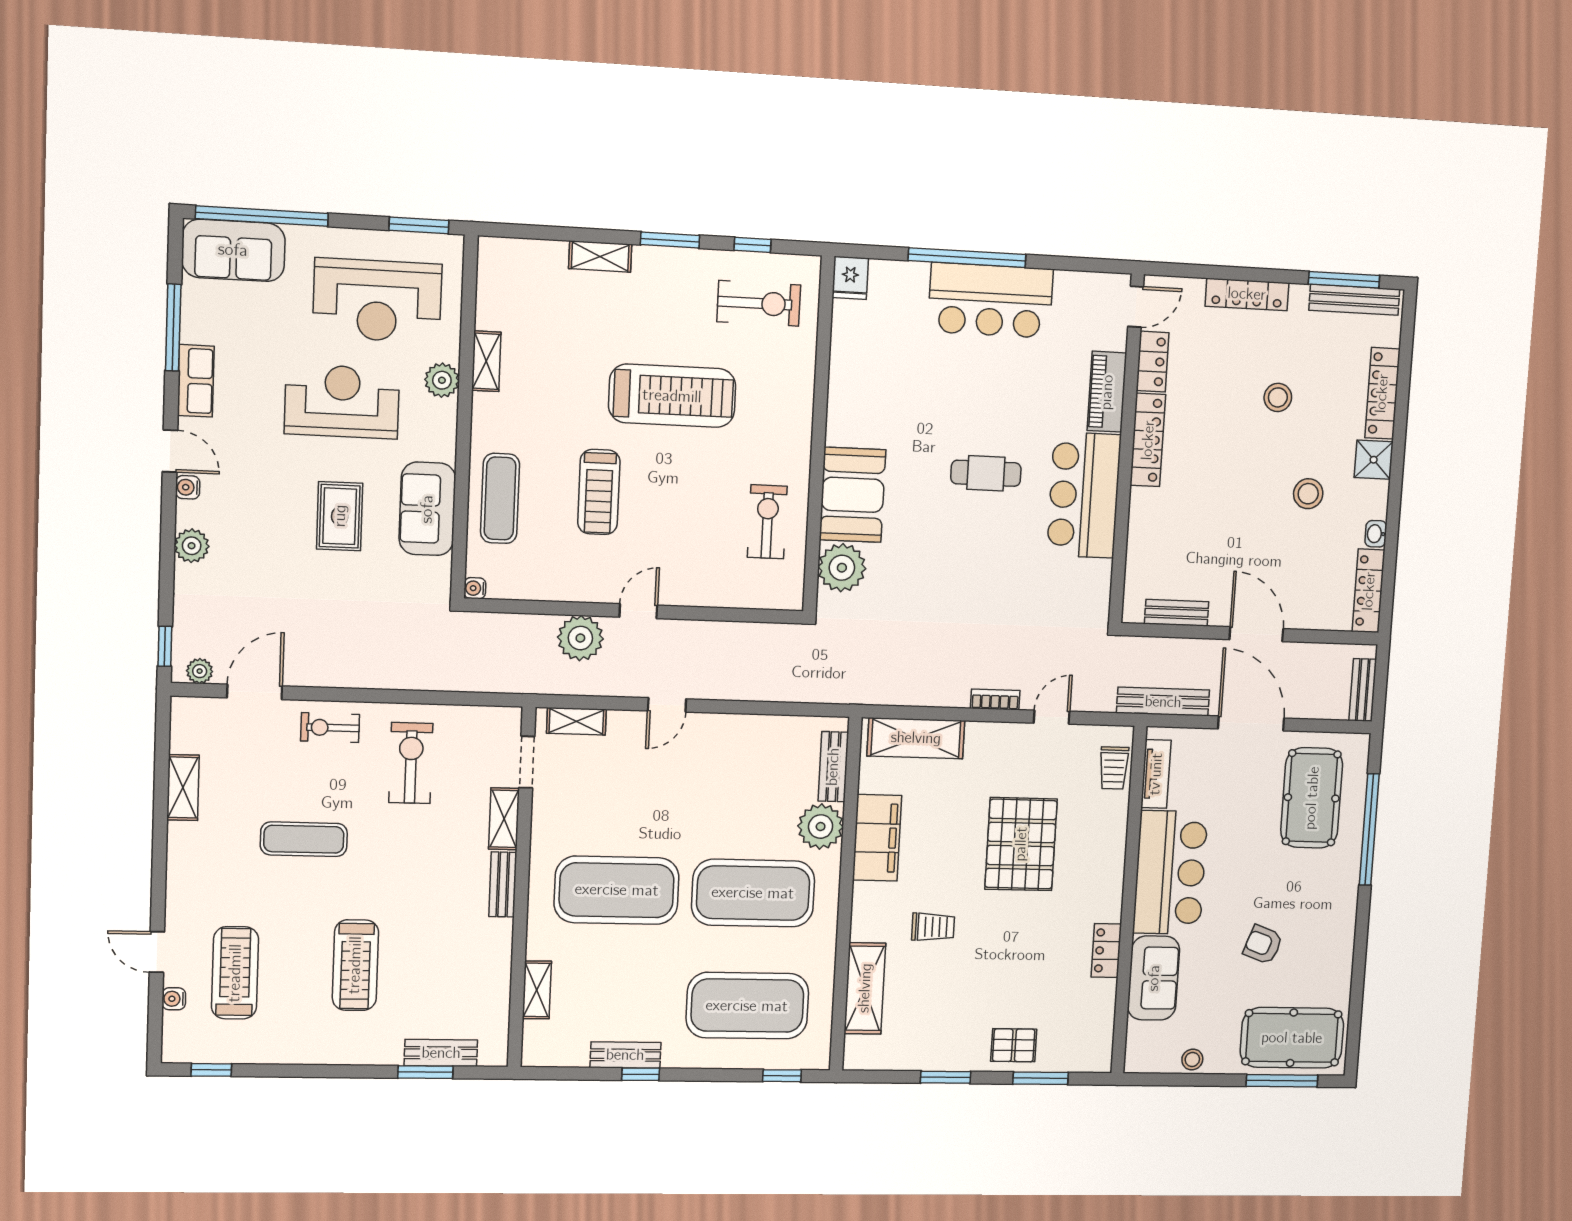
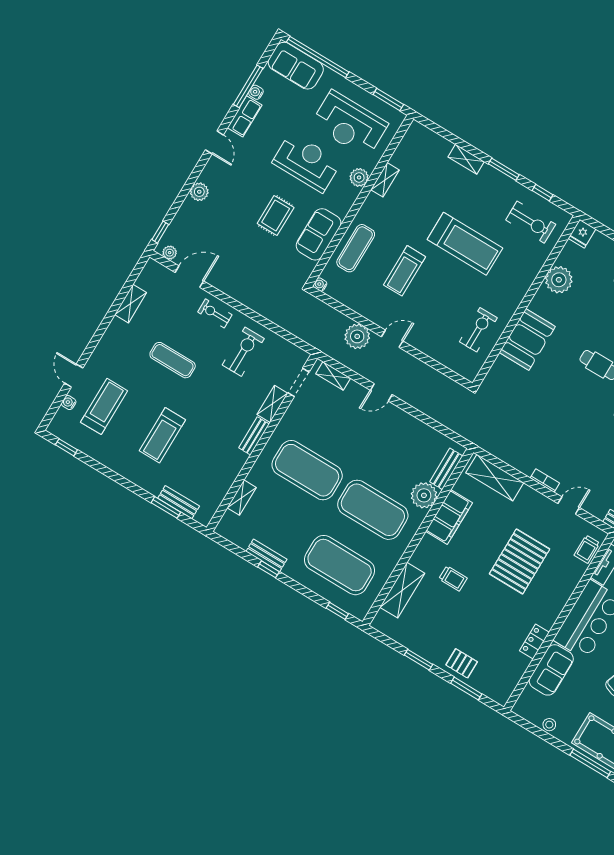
water cooler: (188, 487) -> (256, 92), moved
plant: (842, 568) -> (559, 280), moved

